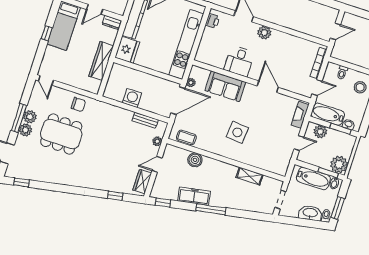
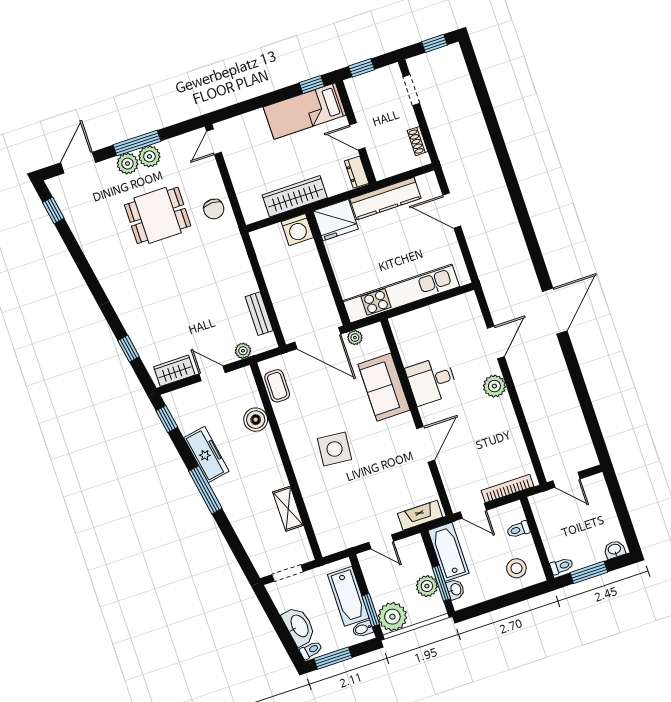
printer: (212, 21) -> (459, 305), removed
window: (47, 33) -> (312, 84), moved
washing machine: (132, 98) -> (297, 230), moved, turned 90
plant: (320, 132) -> (427, 586), moved
dining table: (61, 134) -> (158, 215), width x0.73

